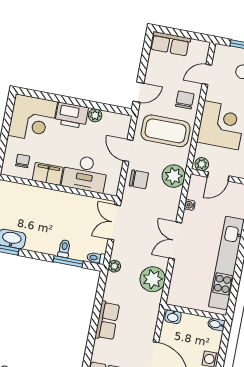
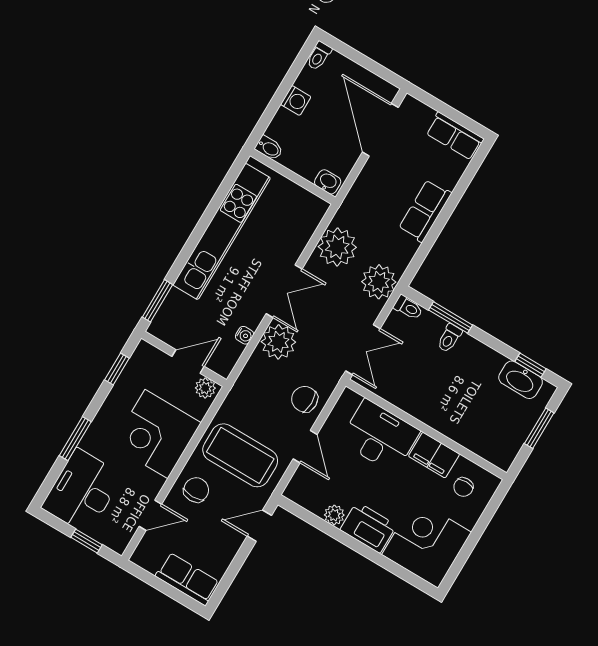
chair: (185, 100) -> (196, 490), turned 180
plant: (174, 176) -> (278, 342), moved
plant: (114, 266) -> (379, 282), width x1.88, depth x1.88

